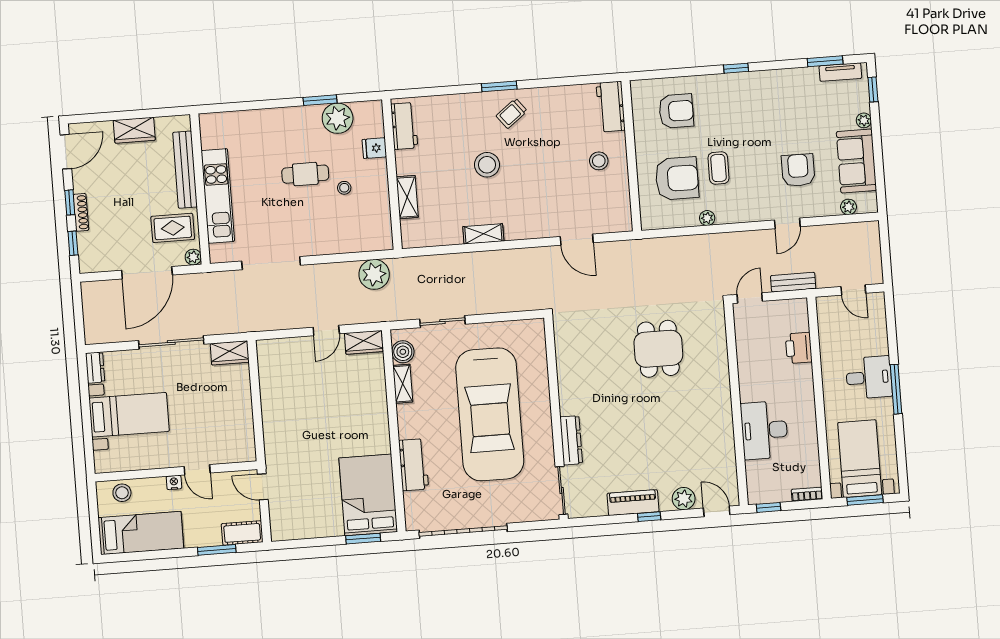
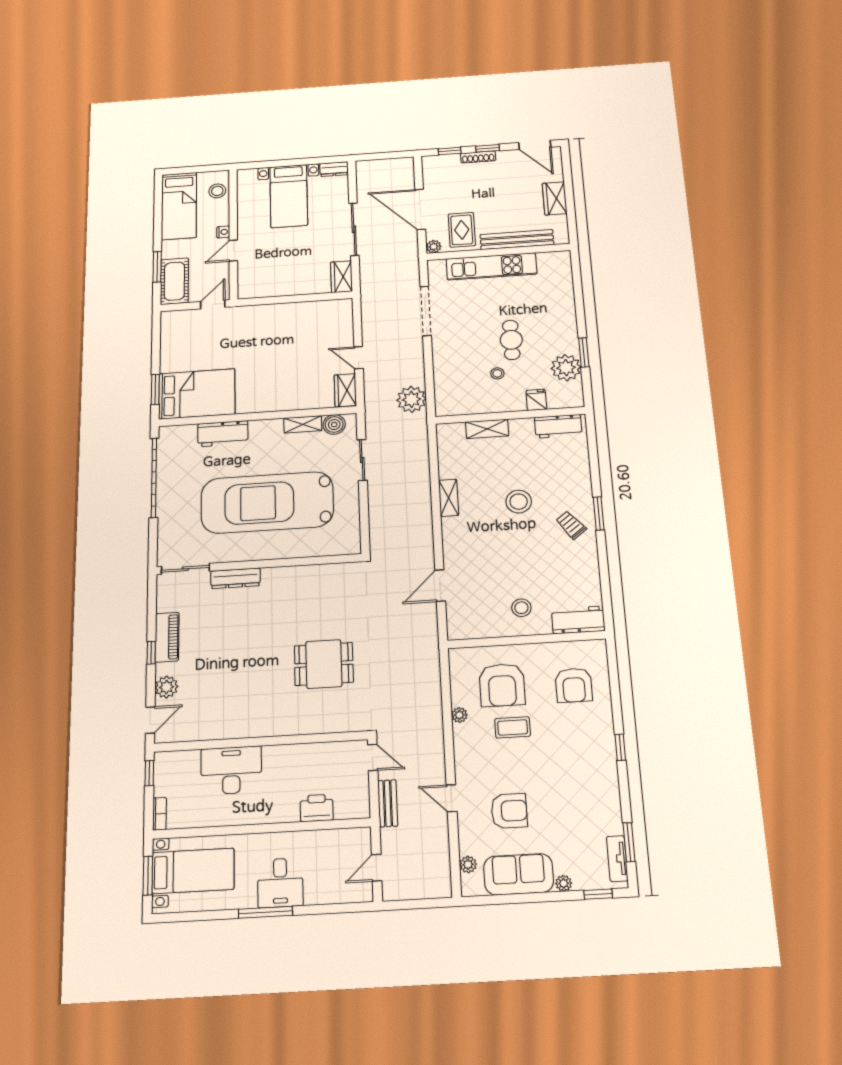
cot: (242, 533) -> (174, 281), width x1.37, depth x1.34

